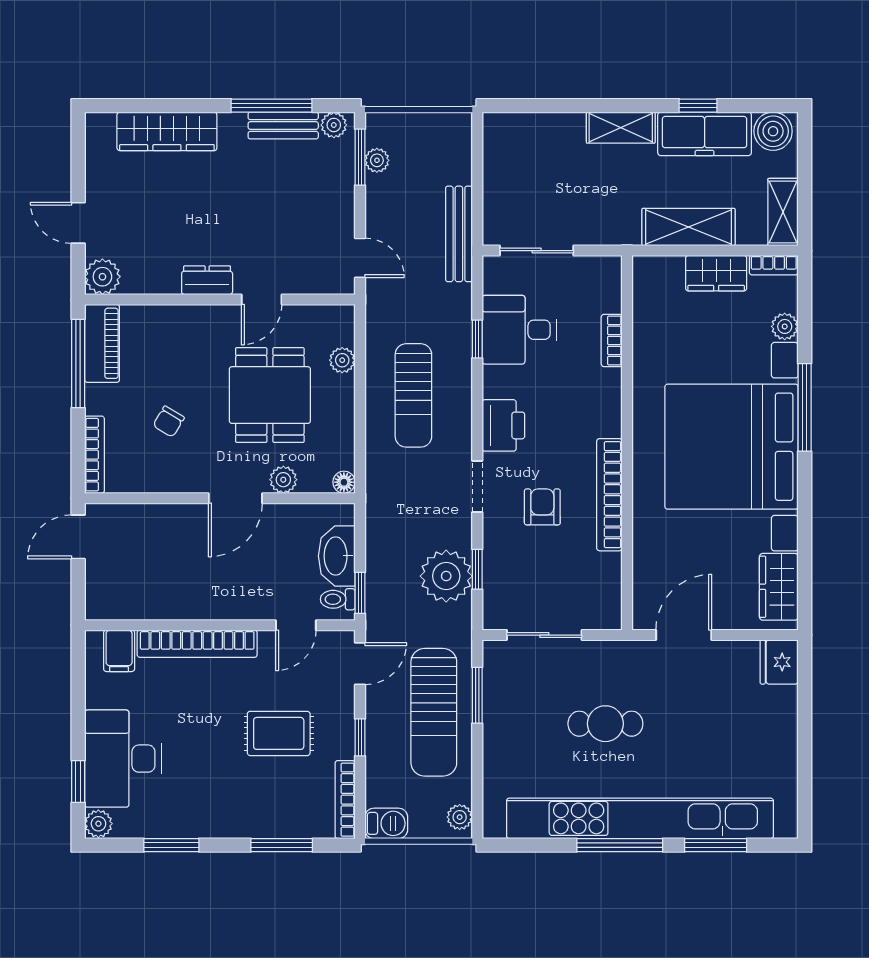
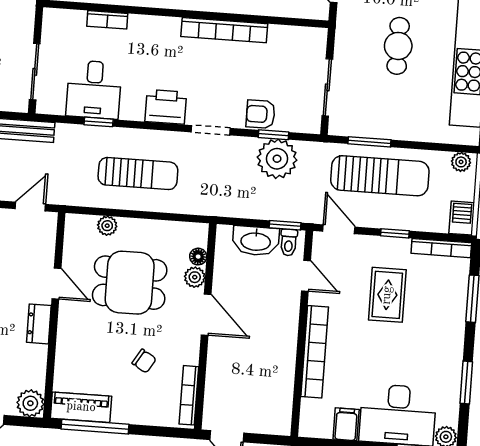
bookcase: (94, 455) -> (189, 395), moved, turned -90
floor lamp: (344, 482) -> (198, 257), moved
armchair: (542, 507) -> (261, 114), moved
filing cabinet: (119, 651) -> (346, 424), moved, turned -90

